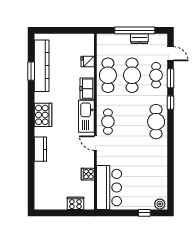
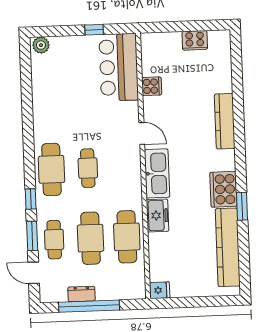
fridge: (88, 62) -> (160, 290), moved
window: (31, 71) -> (242, 206), moved
cooker: (43, 115) -> (223, 189), moved
cafe table: (108, 122) -> (88, 168), moved
kitchen counter: (40, 149) -> (225, 121), width x1.50
cooker: (75, 203) -> (195, 40), moved
window: (144, 213) -> (94, 30), moved

